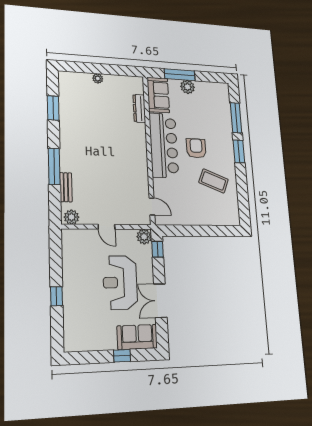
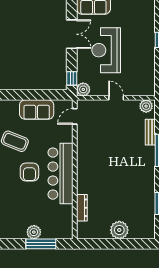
plant: (98, 78) -> (119, 230), width x1.87, depth x1.87
sofa: (158, 95) -> (37, 110), moved, turned -90
door: (152, 206) -> (75, 116), hinge flipped
reception desk: (120, 282) -> (106, 50), turned 180

